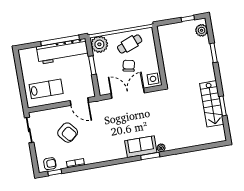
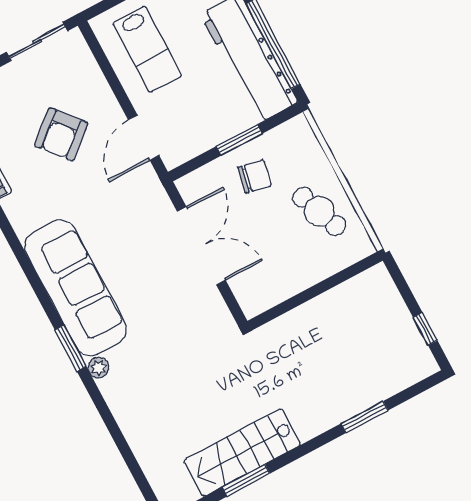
plant: (202, 30) -> (408, 371), removed
plant: (99, 44) -> (295, 140), removed
chair: (129, 66) -> (255, 176), moved
side table: (153, 79) -> (255, 294), removed
sofa: (141, 147) -> (75, 288), width x1.85, depth x1.27

